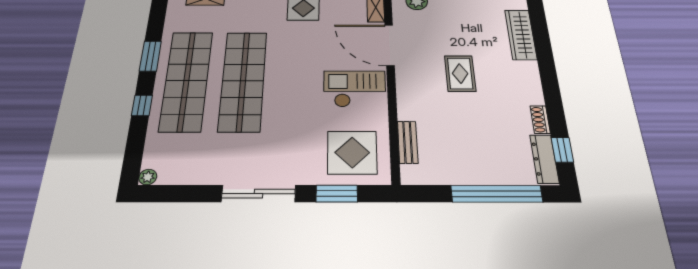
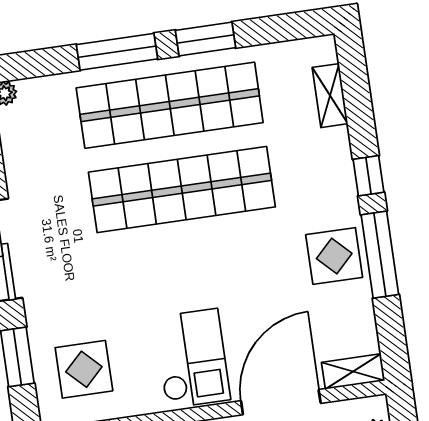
window: (142, 105) -> (117, 52), width x2.17
display table: (352, 152) -> (84, 369), width x0.73, depth x0.73

